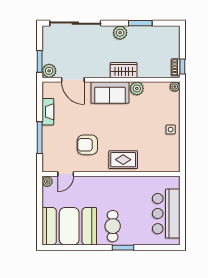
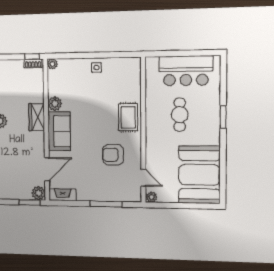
fireplace: (48, 112) -> (63, 195), moved
armchair: (87, 145) -> (113, 155), turned 90
cafe table: (113, 226) -> (180, 115), moved, turned 90

